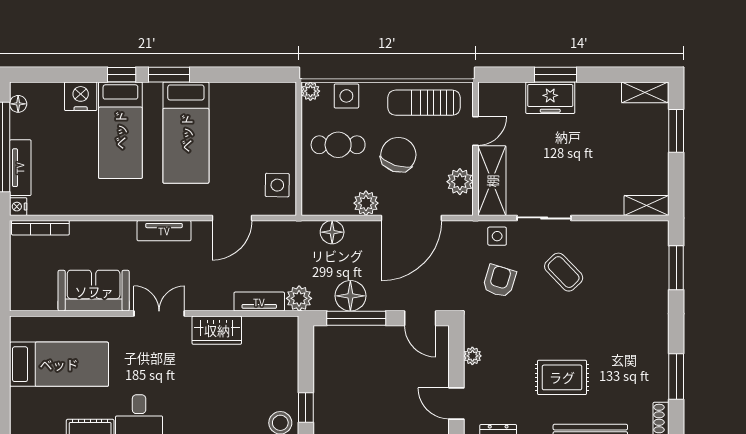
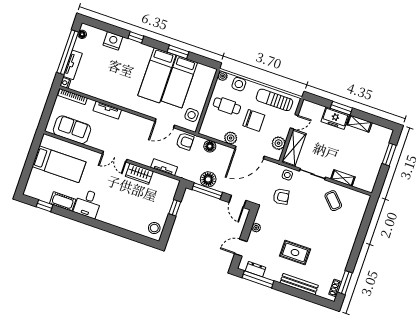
window: (169, 75) -> (178, 52), moved
shelving: (645, 92) -> (359, 124), moved
bed: (120, 130) -> (179, 82), moved
chair: (398, 155) -> (254, 120), turned 72
shelving: (647, 206) -> (343, 178), moved
tv unit: (164, 231) -> (107, 110), moved
armchair: (282, 239) -> (185, 141), added
window: (676, 268) -> (367, 219), removed
coffee table: (564, 272) -> (333, 201), moved
armchair: (499, 281) -> (281, 197), turned 64
sofa: (94, 291) -> (72, 130), moved
plant: (299, 298) -> (183, 172), removed
double door: (159, 314) -> (115, 157), swing flipped
window: (676, 377) -> (345, 283), moved
door: (456, 404) -> (241, 248), hinge flipped
window: (306, 407) -> (175, 208), moved

